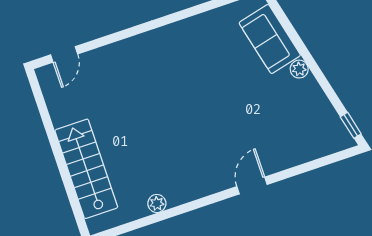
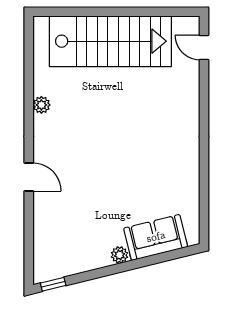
stairs: (86, 169) -> (110, 41), width x1.36, depth x1.51
plant: (157, 203) -> (41, 105), moved

